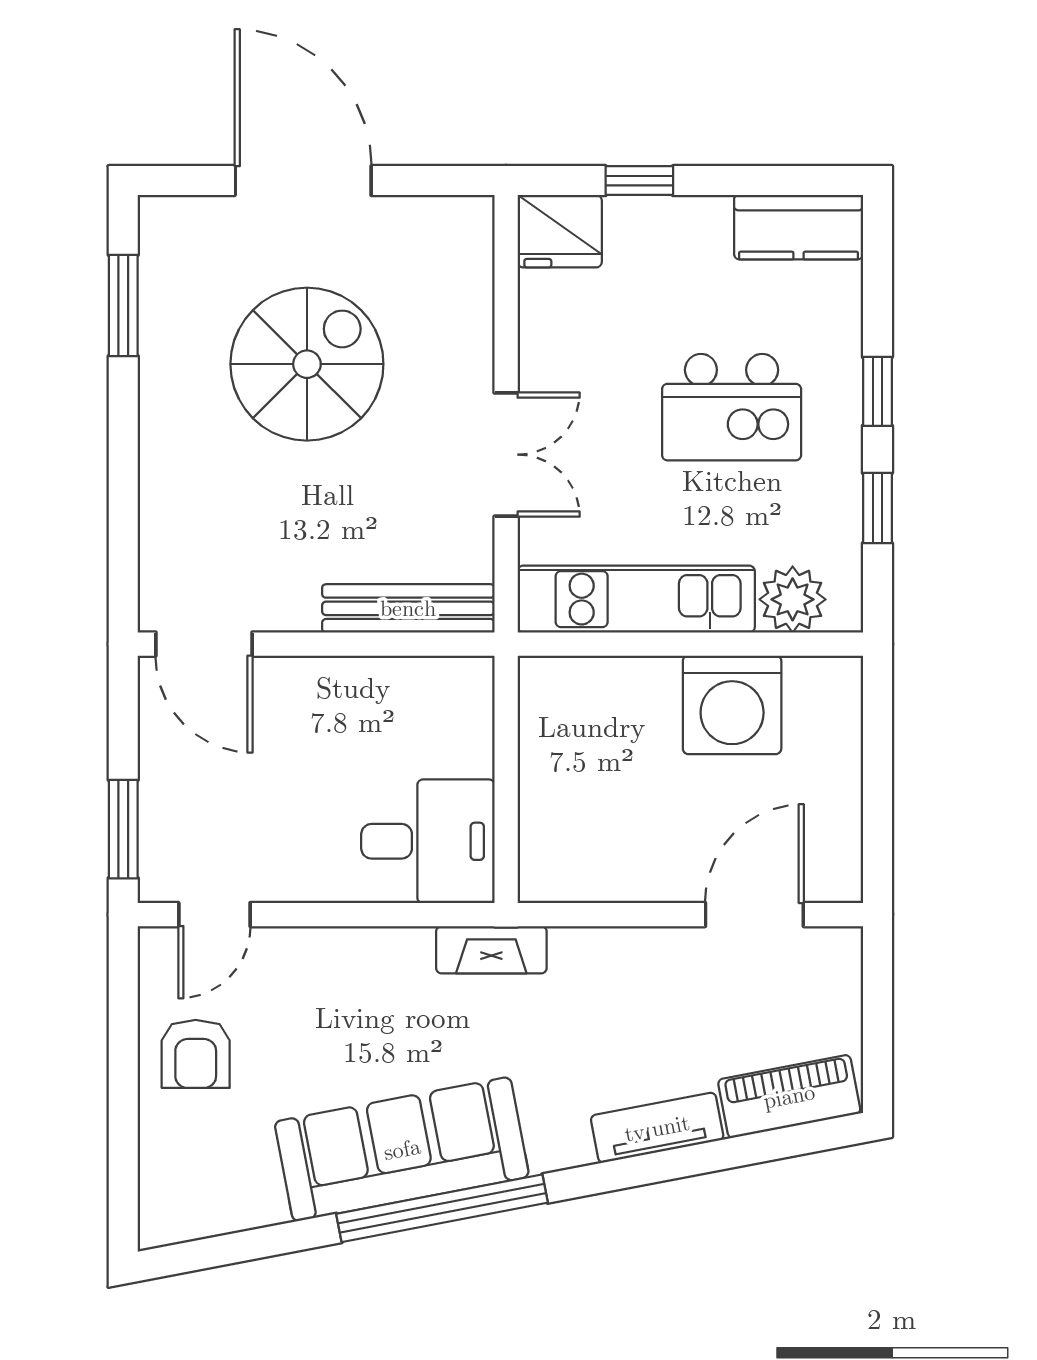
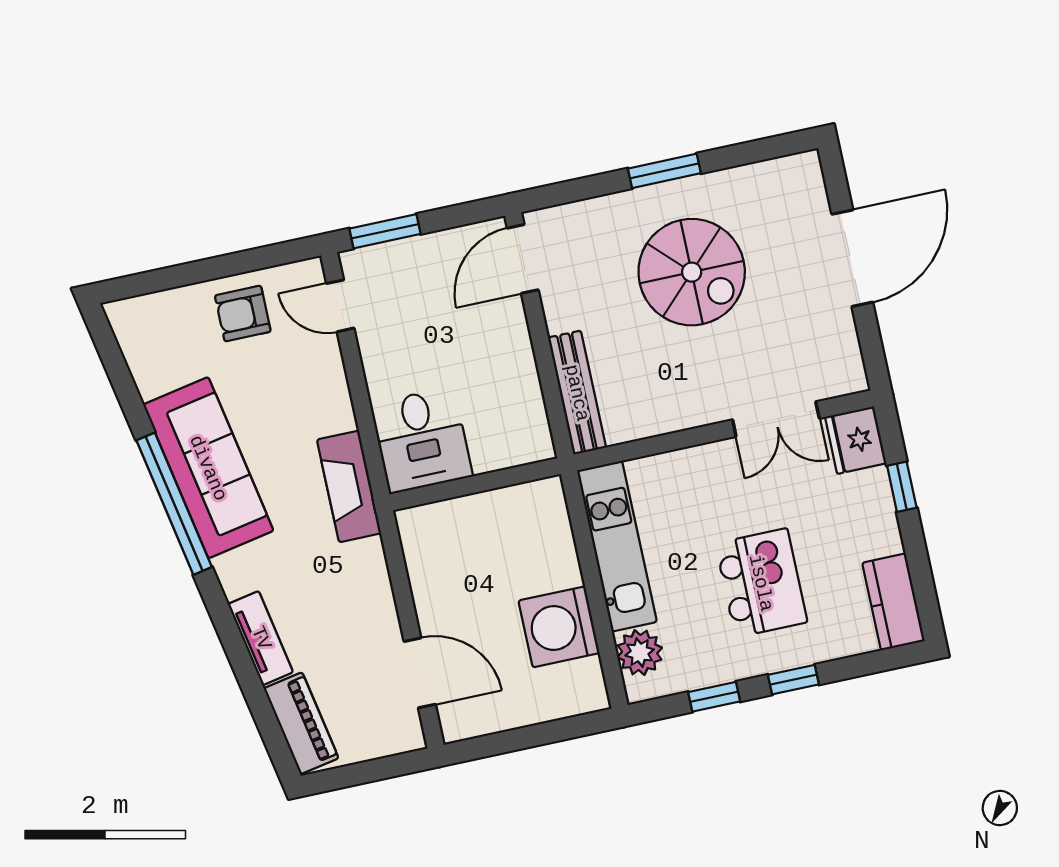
window: (123, 305) -> (664, 171), moved
spiral stairs: (307, 364) -> (692, 272), moved
kitchen island: (732, 407) -> (761, 583), turned 180
double door: (506, 455) -> (776, 419), moved
fireplace: (491, 950) -> (349, 486), width x1.37, depth x1.32

